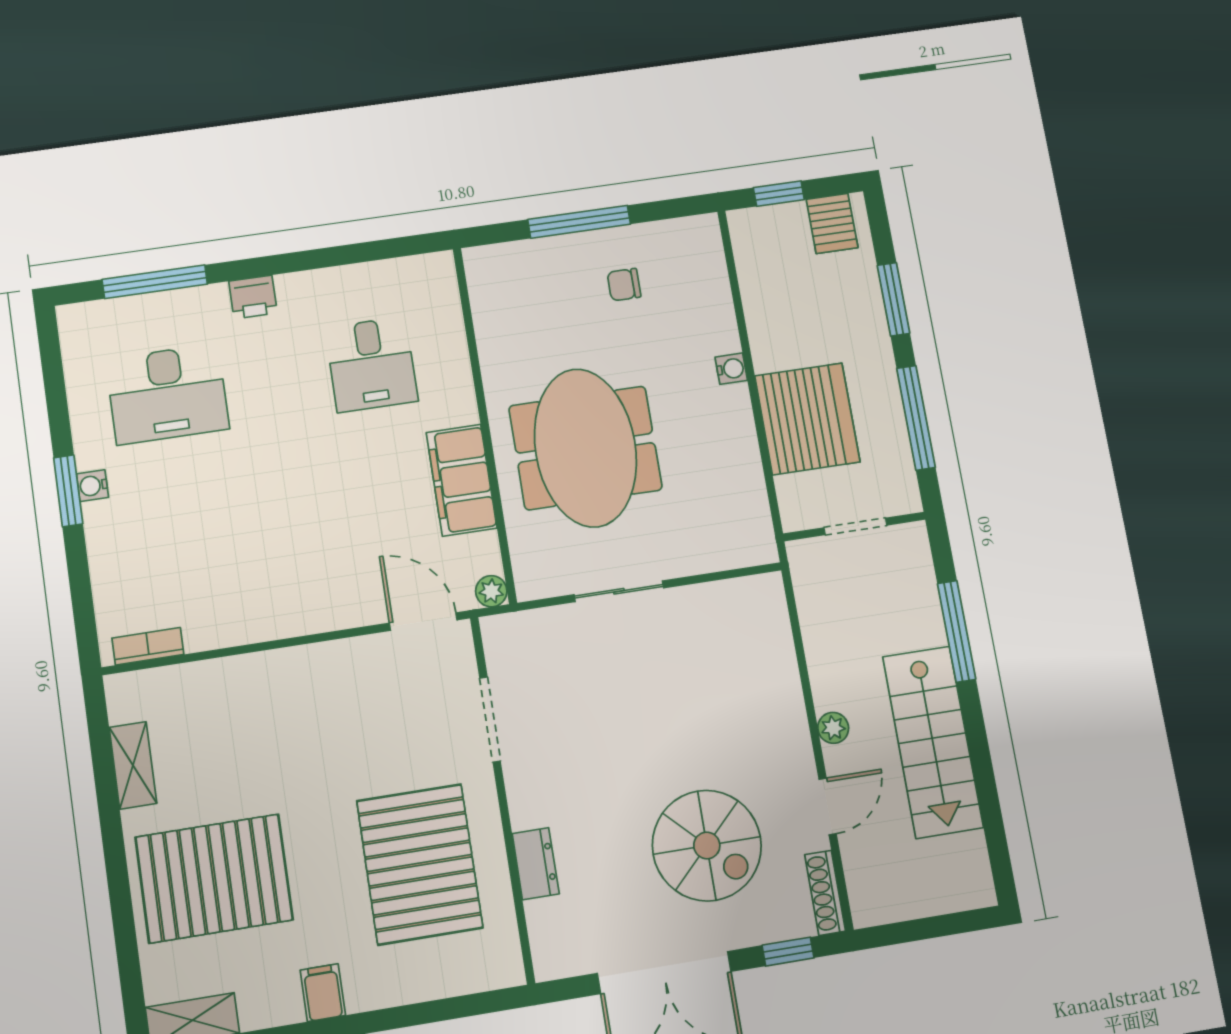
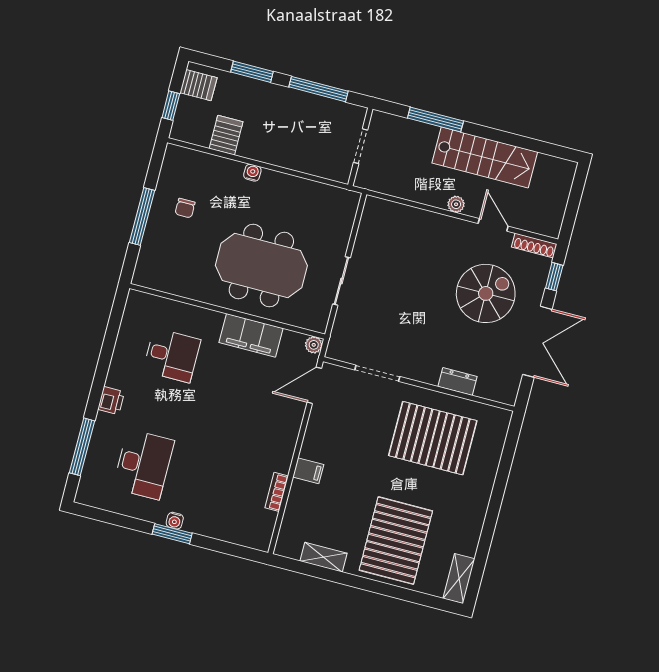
server rack: (807, 419) -> (226, 135), moved, width x0.46, depth x0.70
bookcase: (148, 646) -> (277, 492), moved
filing cabinet: (323, 993) -> (308, 471), moved, turned 180

